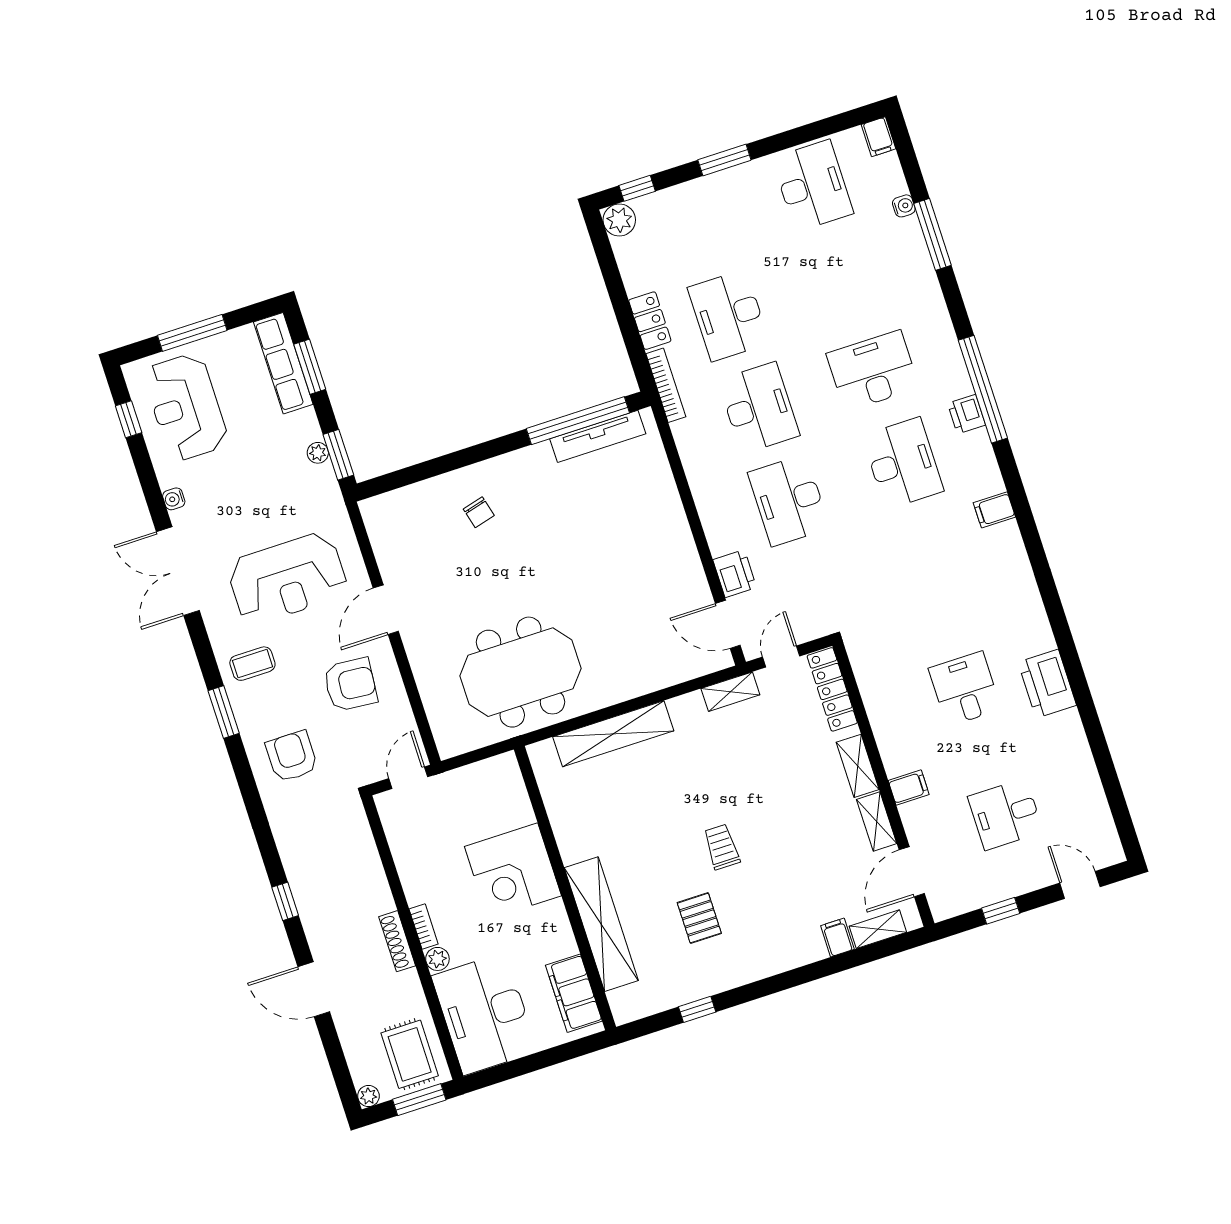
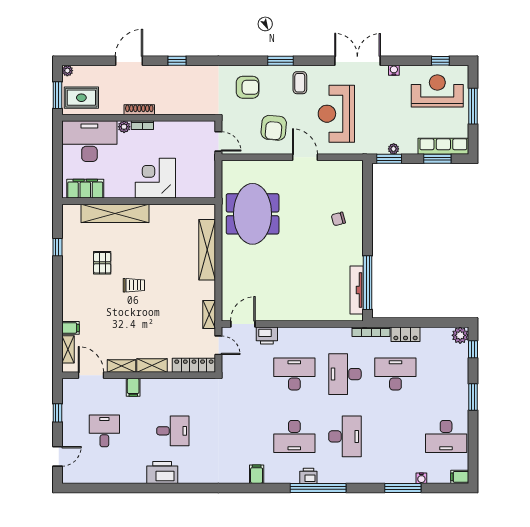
desk: (759, 408) -> (345, 374), turned 90
pallet: (699, 918) -> (102, 263), turned 90

